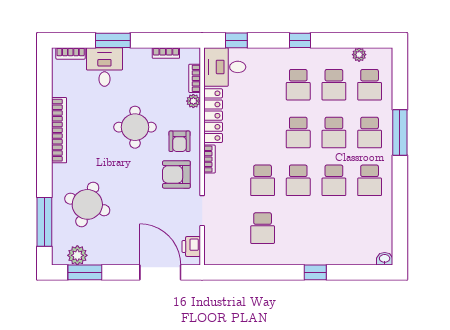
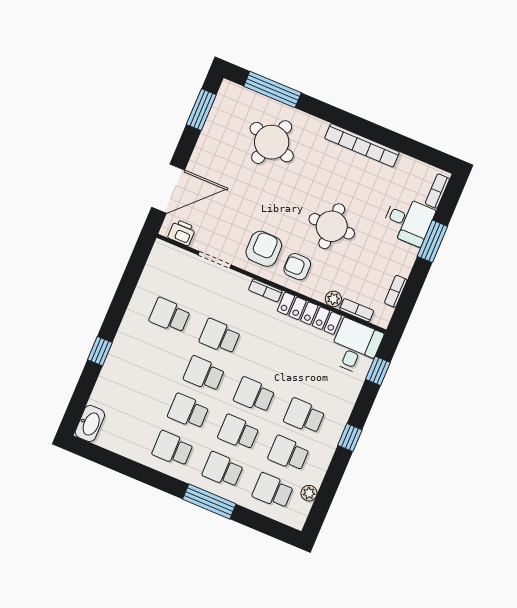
plant: (77, 255) -> (223, 109), removed
washbasin: (385, 259) -> (90, 424), width x1.91, depth x1.45

